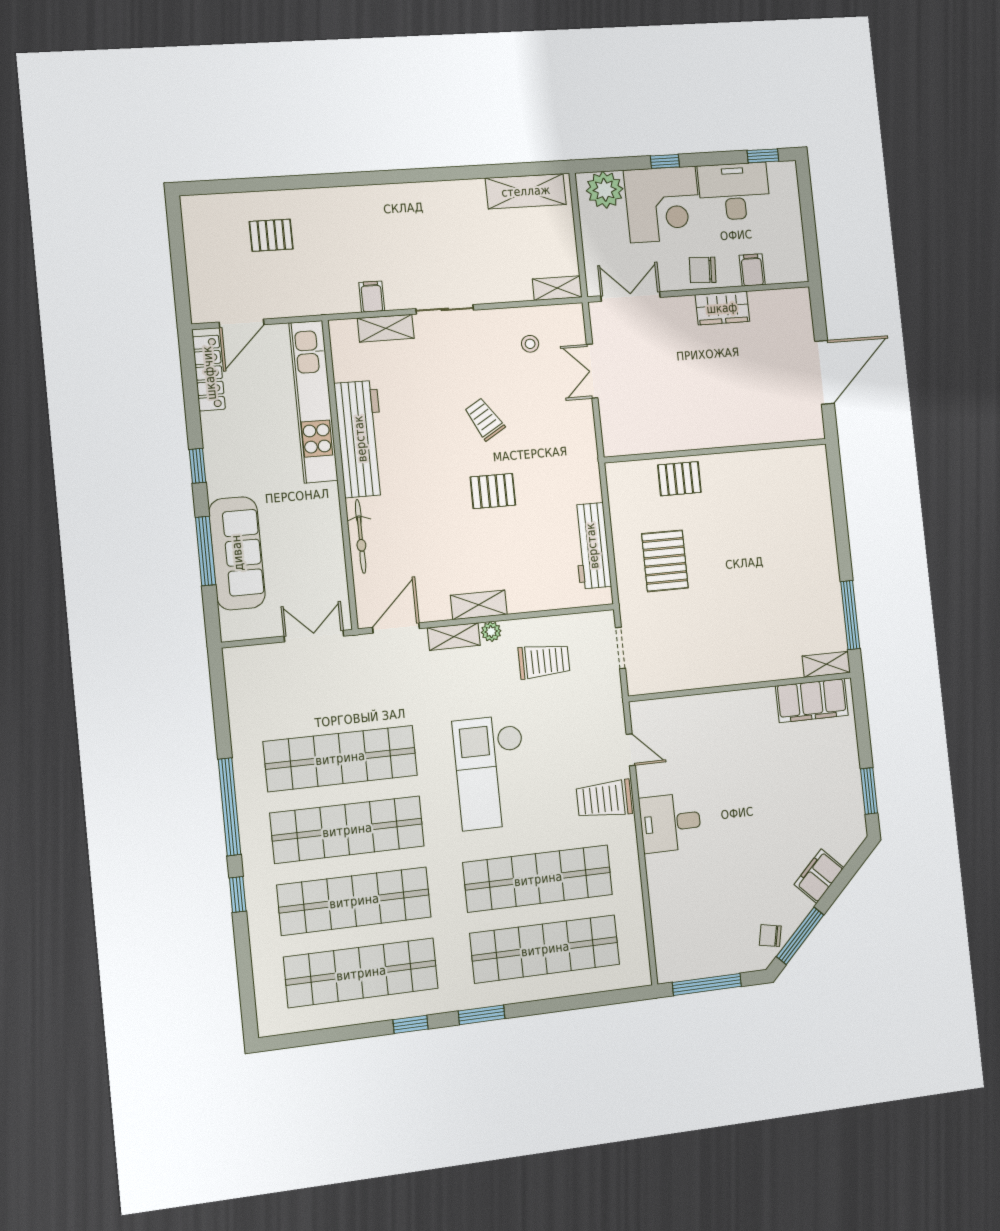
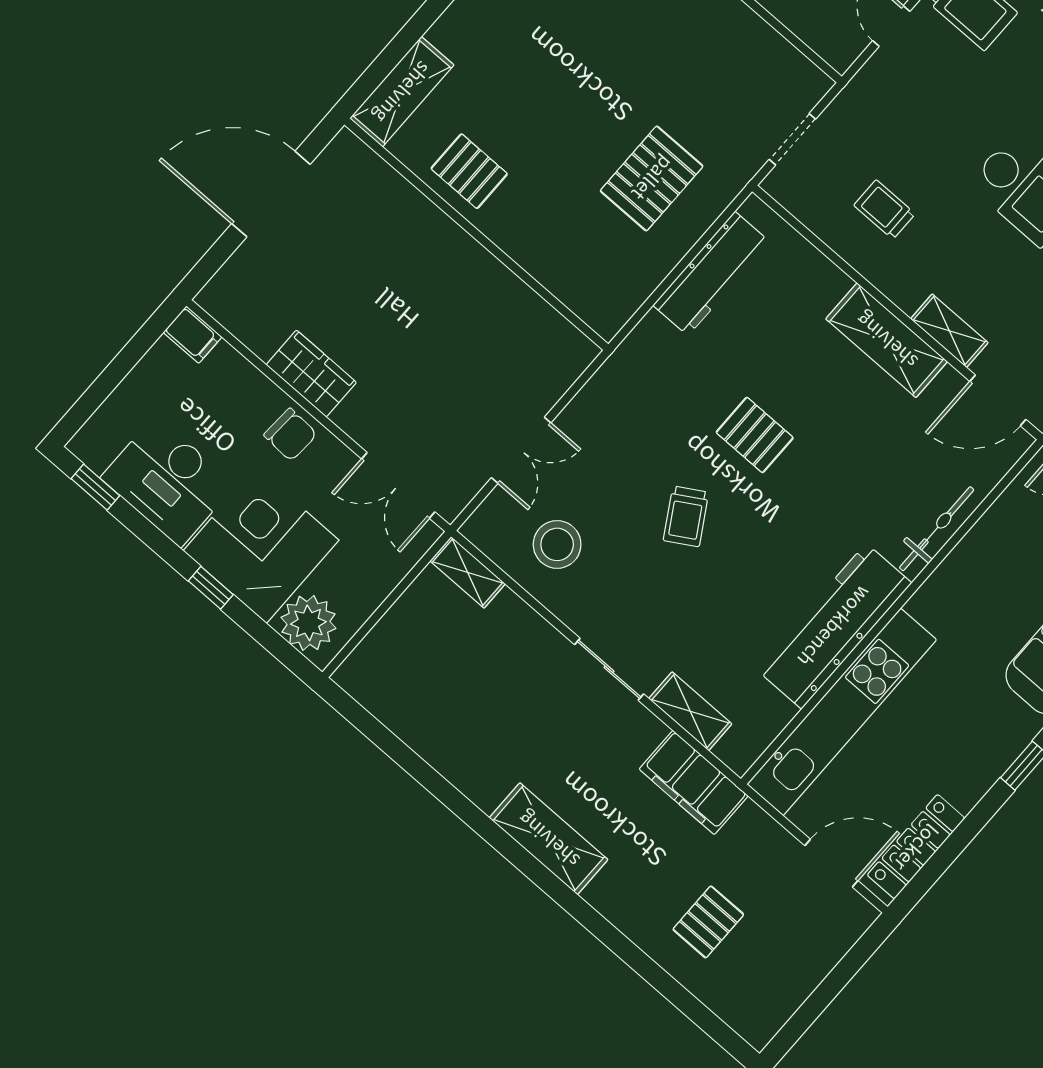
shelving: (526, 191) -> (549, 839), moved
pallet: (271, 235) -> (708, 922), turned 90
filing cabinet: (752, 270) -> (193, 335), moved, turned -90
filing cabinet: (372, 297) -> (694, 782), width x3.00, depth x1.17
stool: (530, 344) -> (557, 544), width x1.89, depth x1.89
pallet: (679, 479) -> (469, 171), moved
shelving: (816, 481) -> (402, 92), added
shelving: (479, 605) -> (887, 340), width x1.50, depth x1.33
plant: (491, 632) -> (907, 296), removed
trolley: (544, 661) -> (885, 210), width x0.73, depth x0.72

